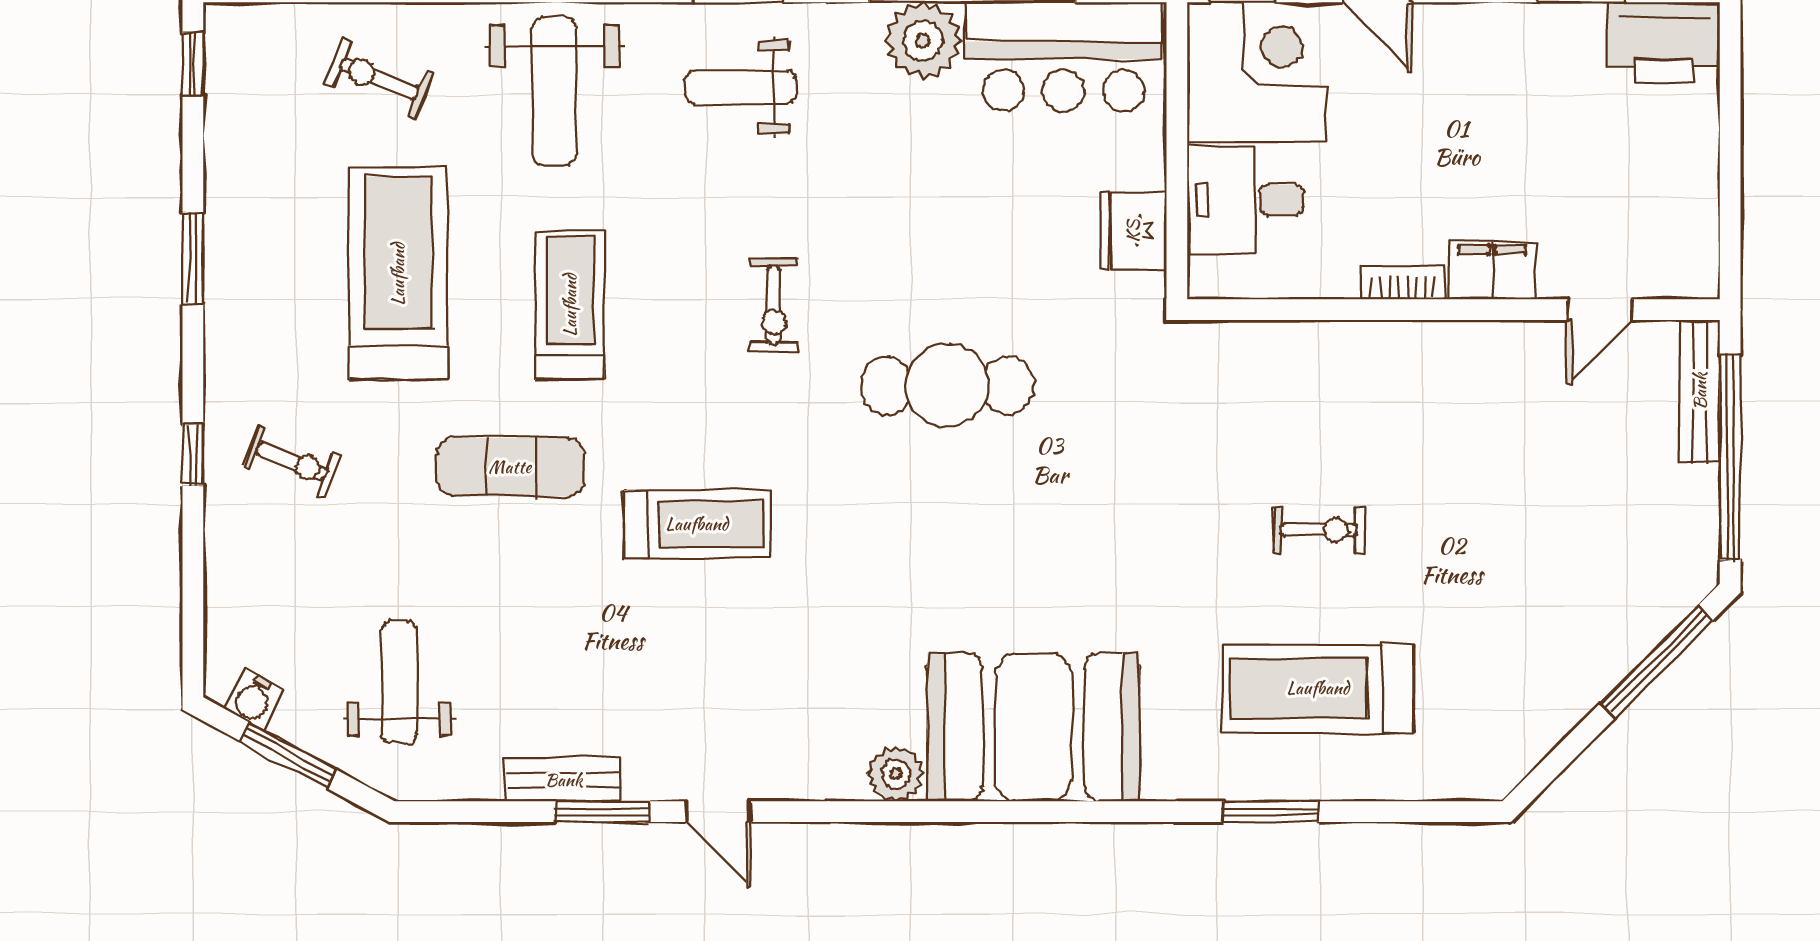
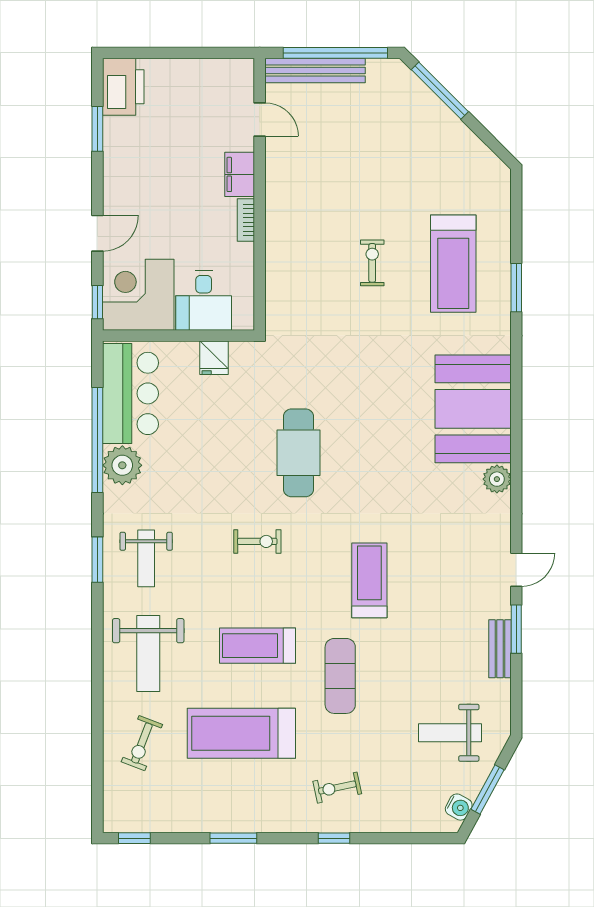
weight bench: (554, 91) -> (148, 654), turned 90
fridge: (1133, 231) -> (214, 358), width x0.72
bench: (1700, 391) -> (315, 71), width x1.37, depth x1.21
exercise bike: (292, 461) -> (337, 788), turned -123

